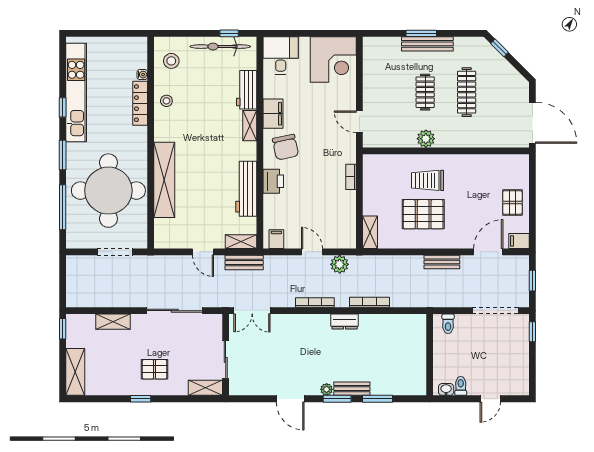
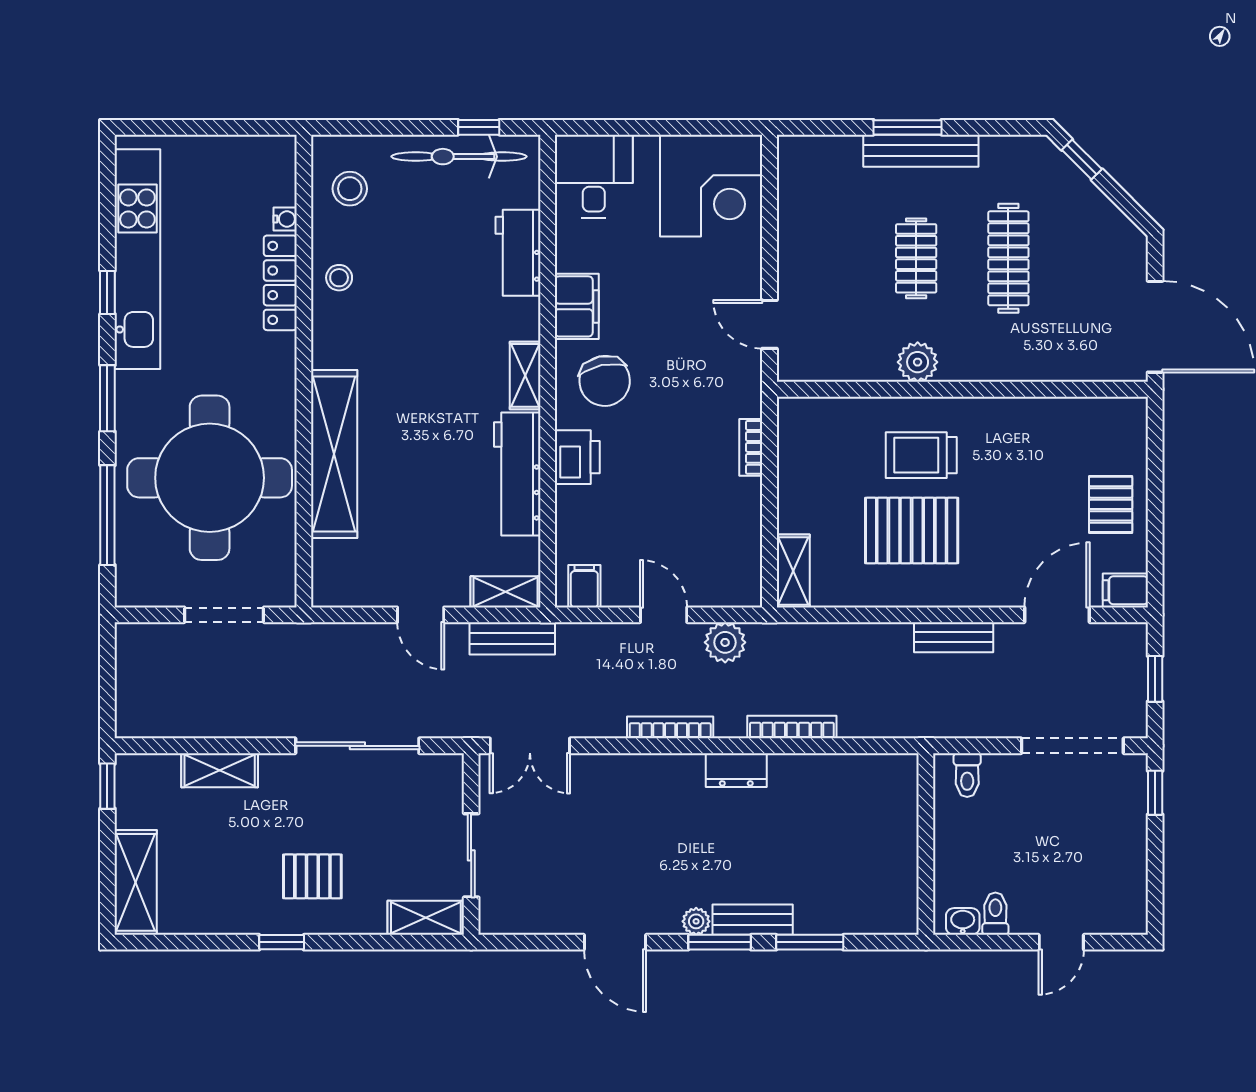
shelving: (250, 126) -> (525, 375), moved

